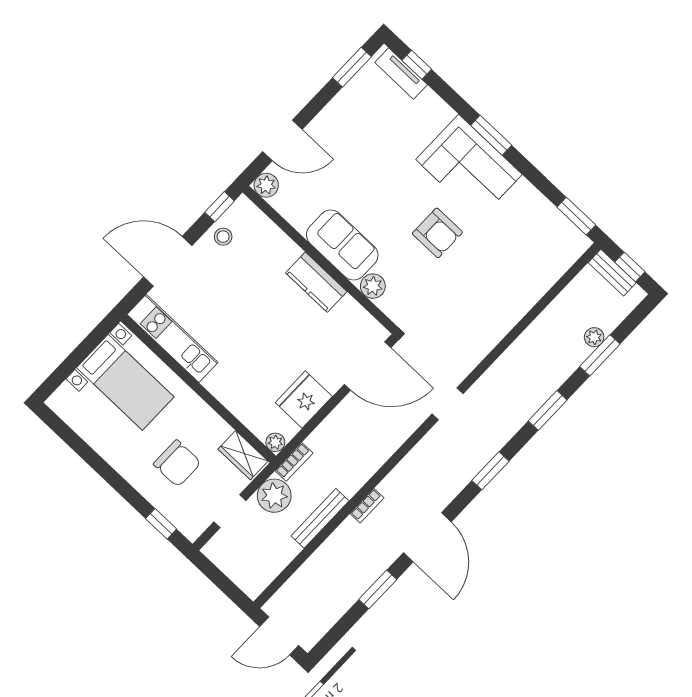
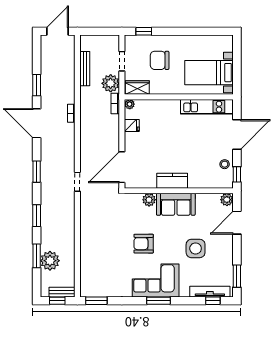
tv unit: (401, 74) -> (210, 292), width x1.41
side table: (373, 159) -> (196, 248), added
plant: (594, 337) -> (50, 261), width x1.87, depth x1.87
fridge: (304, 400) -> (132, 126), width x0.53, depth x0.75
bench: (320, 518) -> (85, 69), moved

